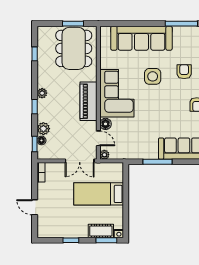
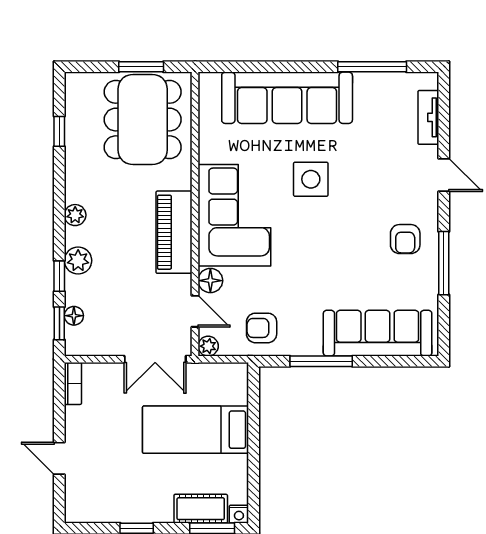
armchair: (184, 72) -> (262, 328), moved, turned -90
window: (35, 107) -> (59, 276), moved
plant: (43, 129) -> (78, 261), moved

